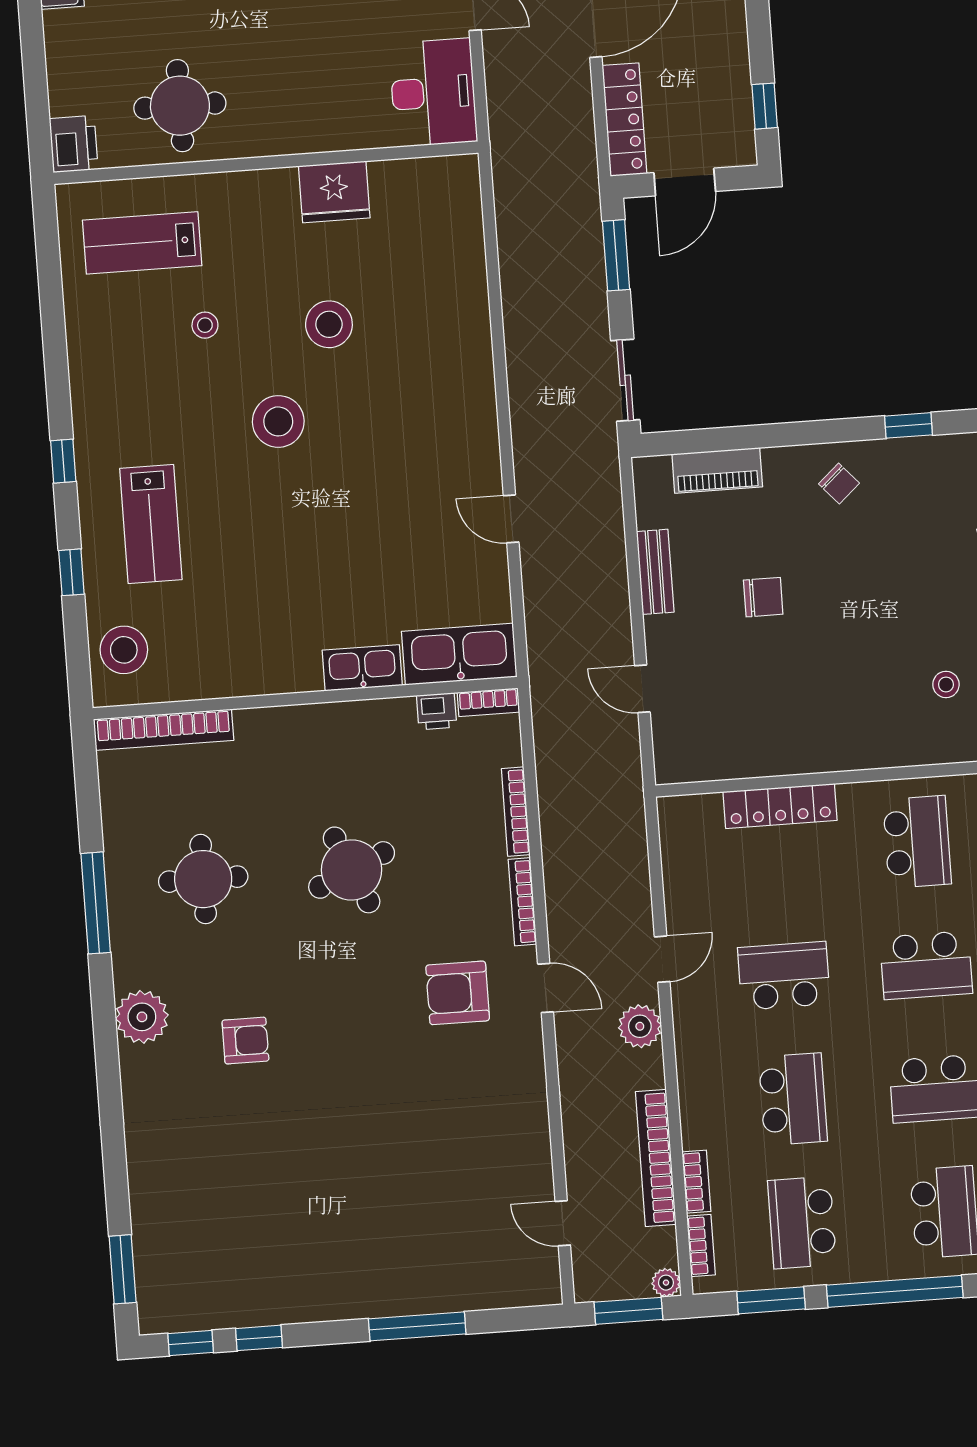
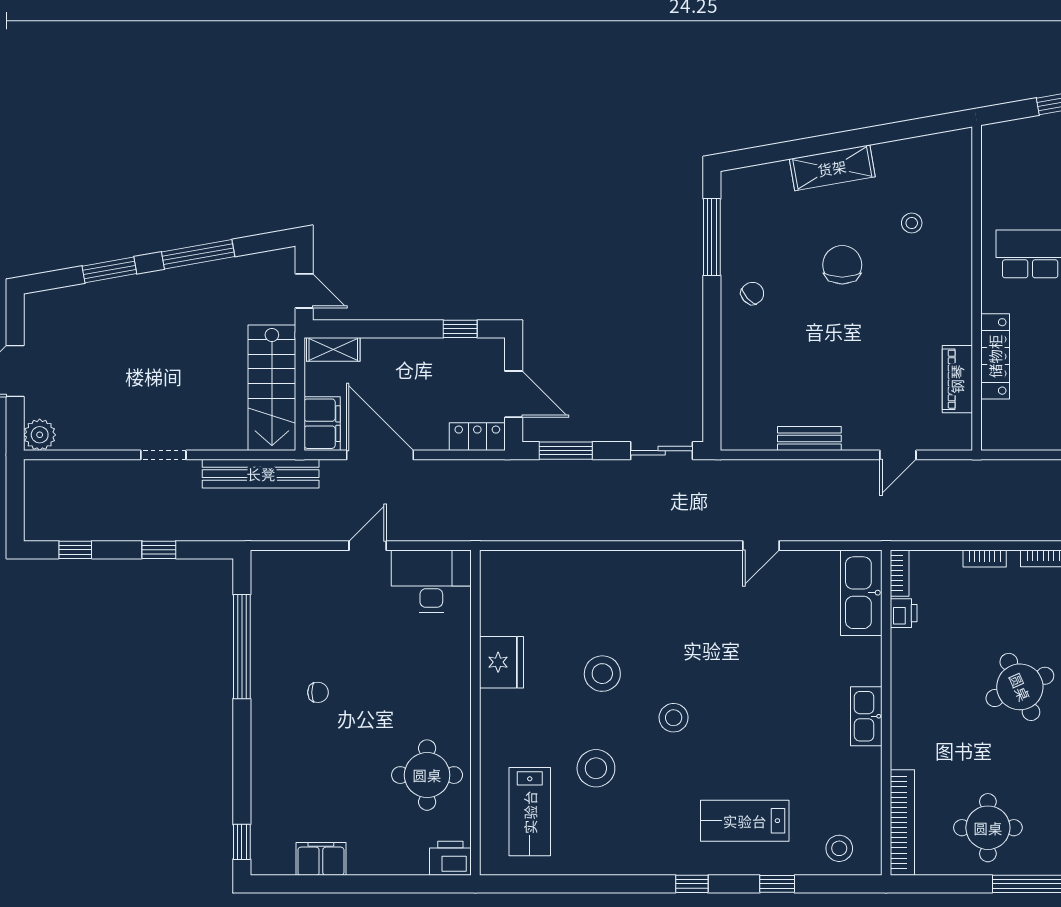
locker: (625, 120) -> (477, 437), width x0.66
stool: (205, 325) -> (596, 768), width x1.89, depth x1.89
stool: (278, 421) -> (674, 718), width x0.73, depth x0.73
window: (908, 425) -> (712, 237), width x2.17
piano: (717, 470) -> (957, 379), moved, turned 180
lab bench: (151, 524) -> (745, 821), turned 180
chair: (763, 597) -> (842, 265), moved, width x1.37, depth x1.37
stool: (124, 650) -> (839, 848), width x0.73, depth x0.73
kitchen sink: (362, 668) -> (866, 716), moved
bookcase: (516, 812) -> (985, 558), width x0.64
round table: (203, 879) -> (988, 828), moved

